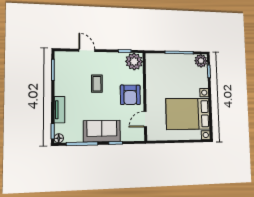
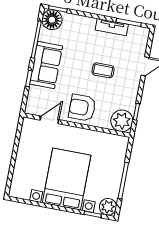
tv unit: (59, 110) -> (112, 27), moved
bed with nightstands: (188, 114) -> (67, 179), moved
door: (145, 119) -> (49, 120), hinge flipped
floor lamp: (59, 138) -> (52, 20), width x1.89, depth x1.89

